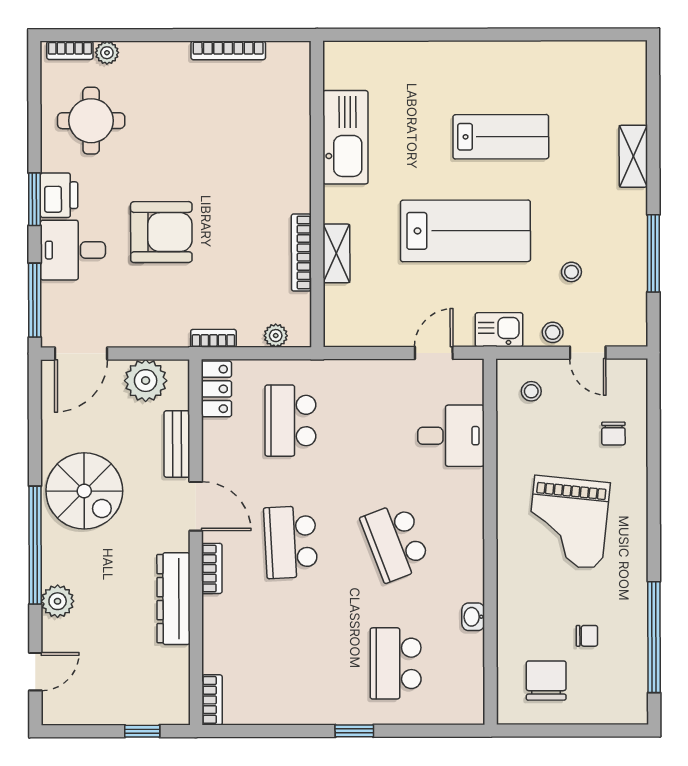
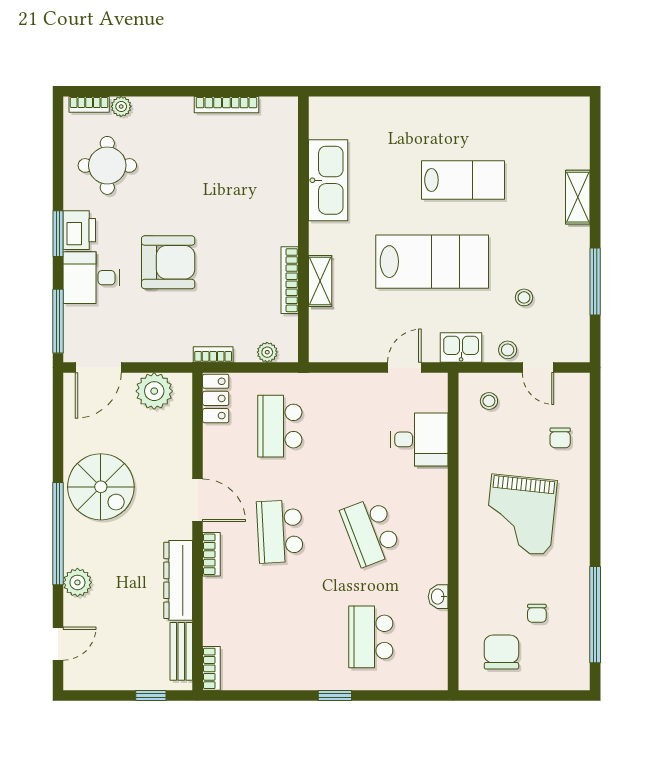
bench: (177, 444) -> (181, 651), moved
chair: (587, 636) -> (537, 613), turned 90

